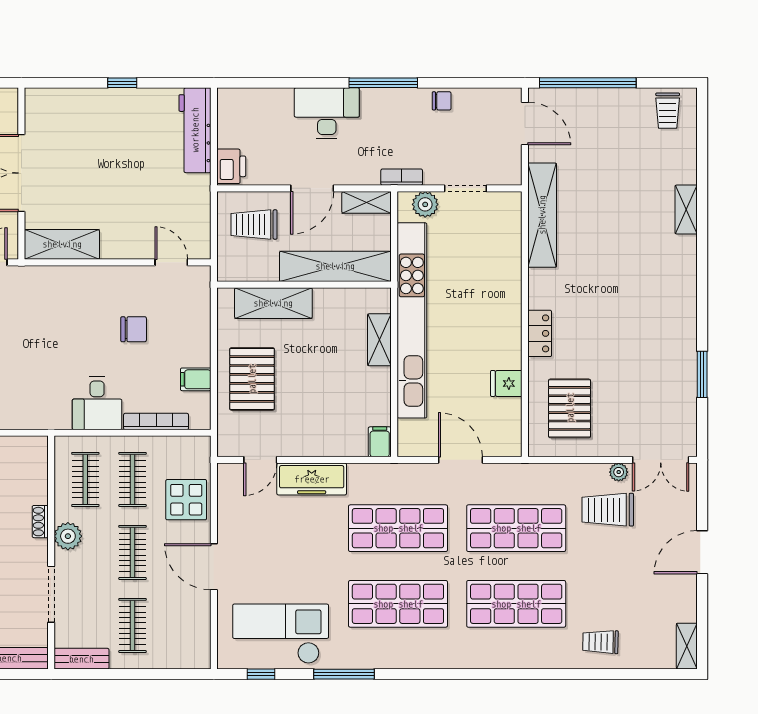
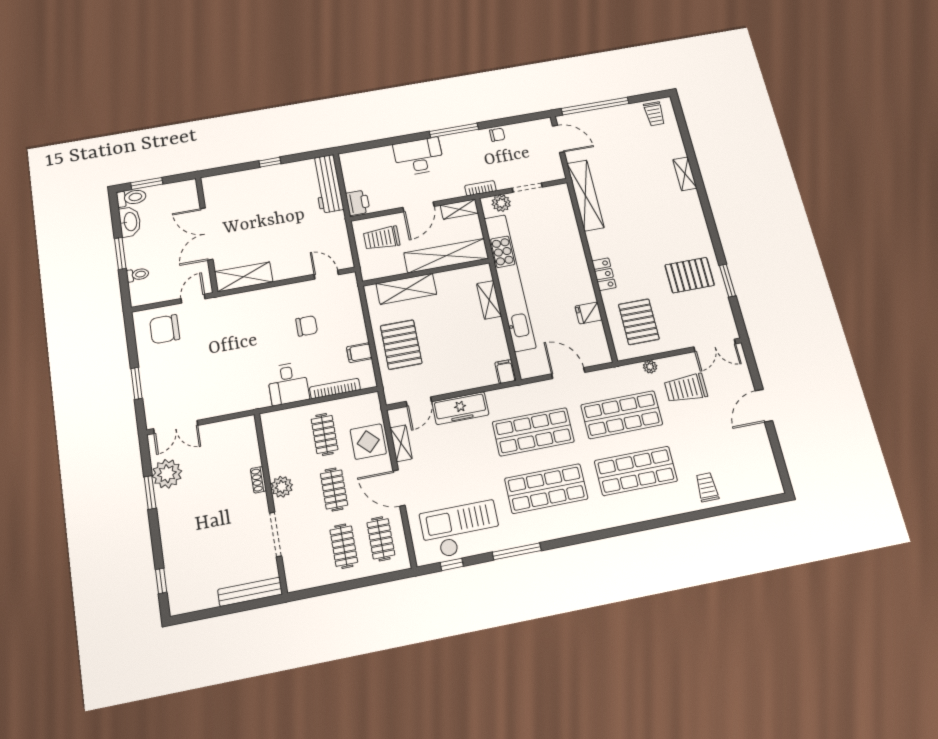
pallet: (654, 357) -> (690, 275), added
plant: (619, 472) -> (650, 367), moved
clothes rail: (85, 479) -> (381, 539), moved
trolley: (600, 642) -> (707, 487), turned 89
shelving: (687, 646) -> (401, 443), moved
bench: (81, 659) -> (308, 581), removed

